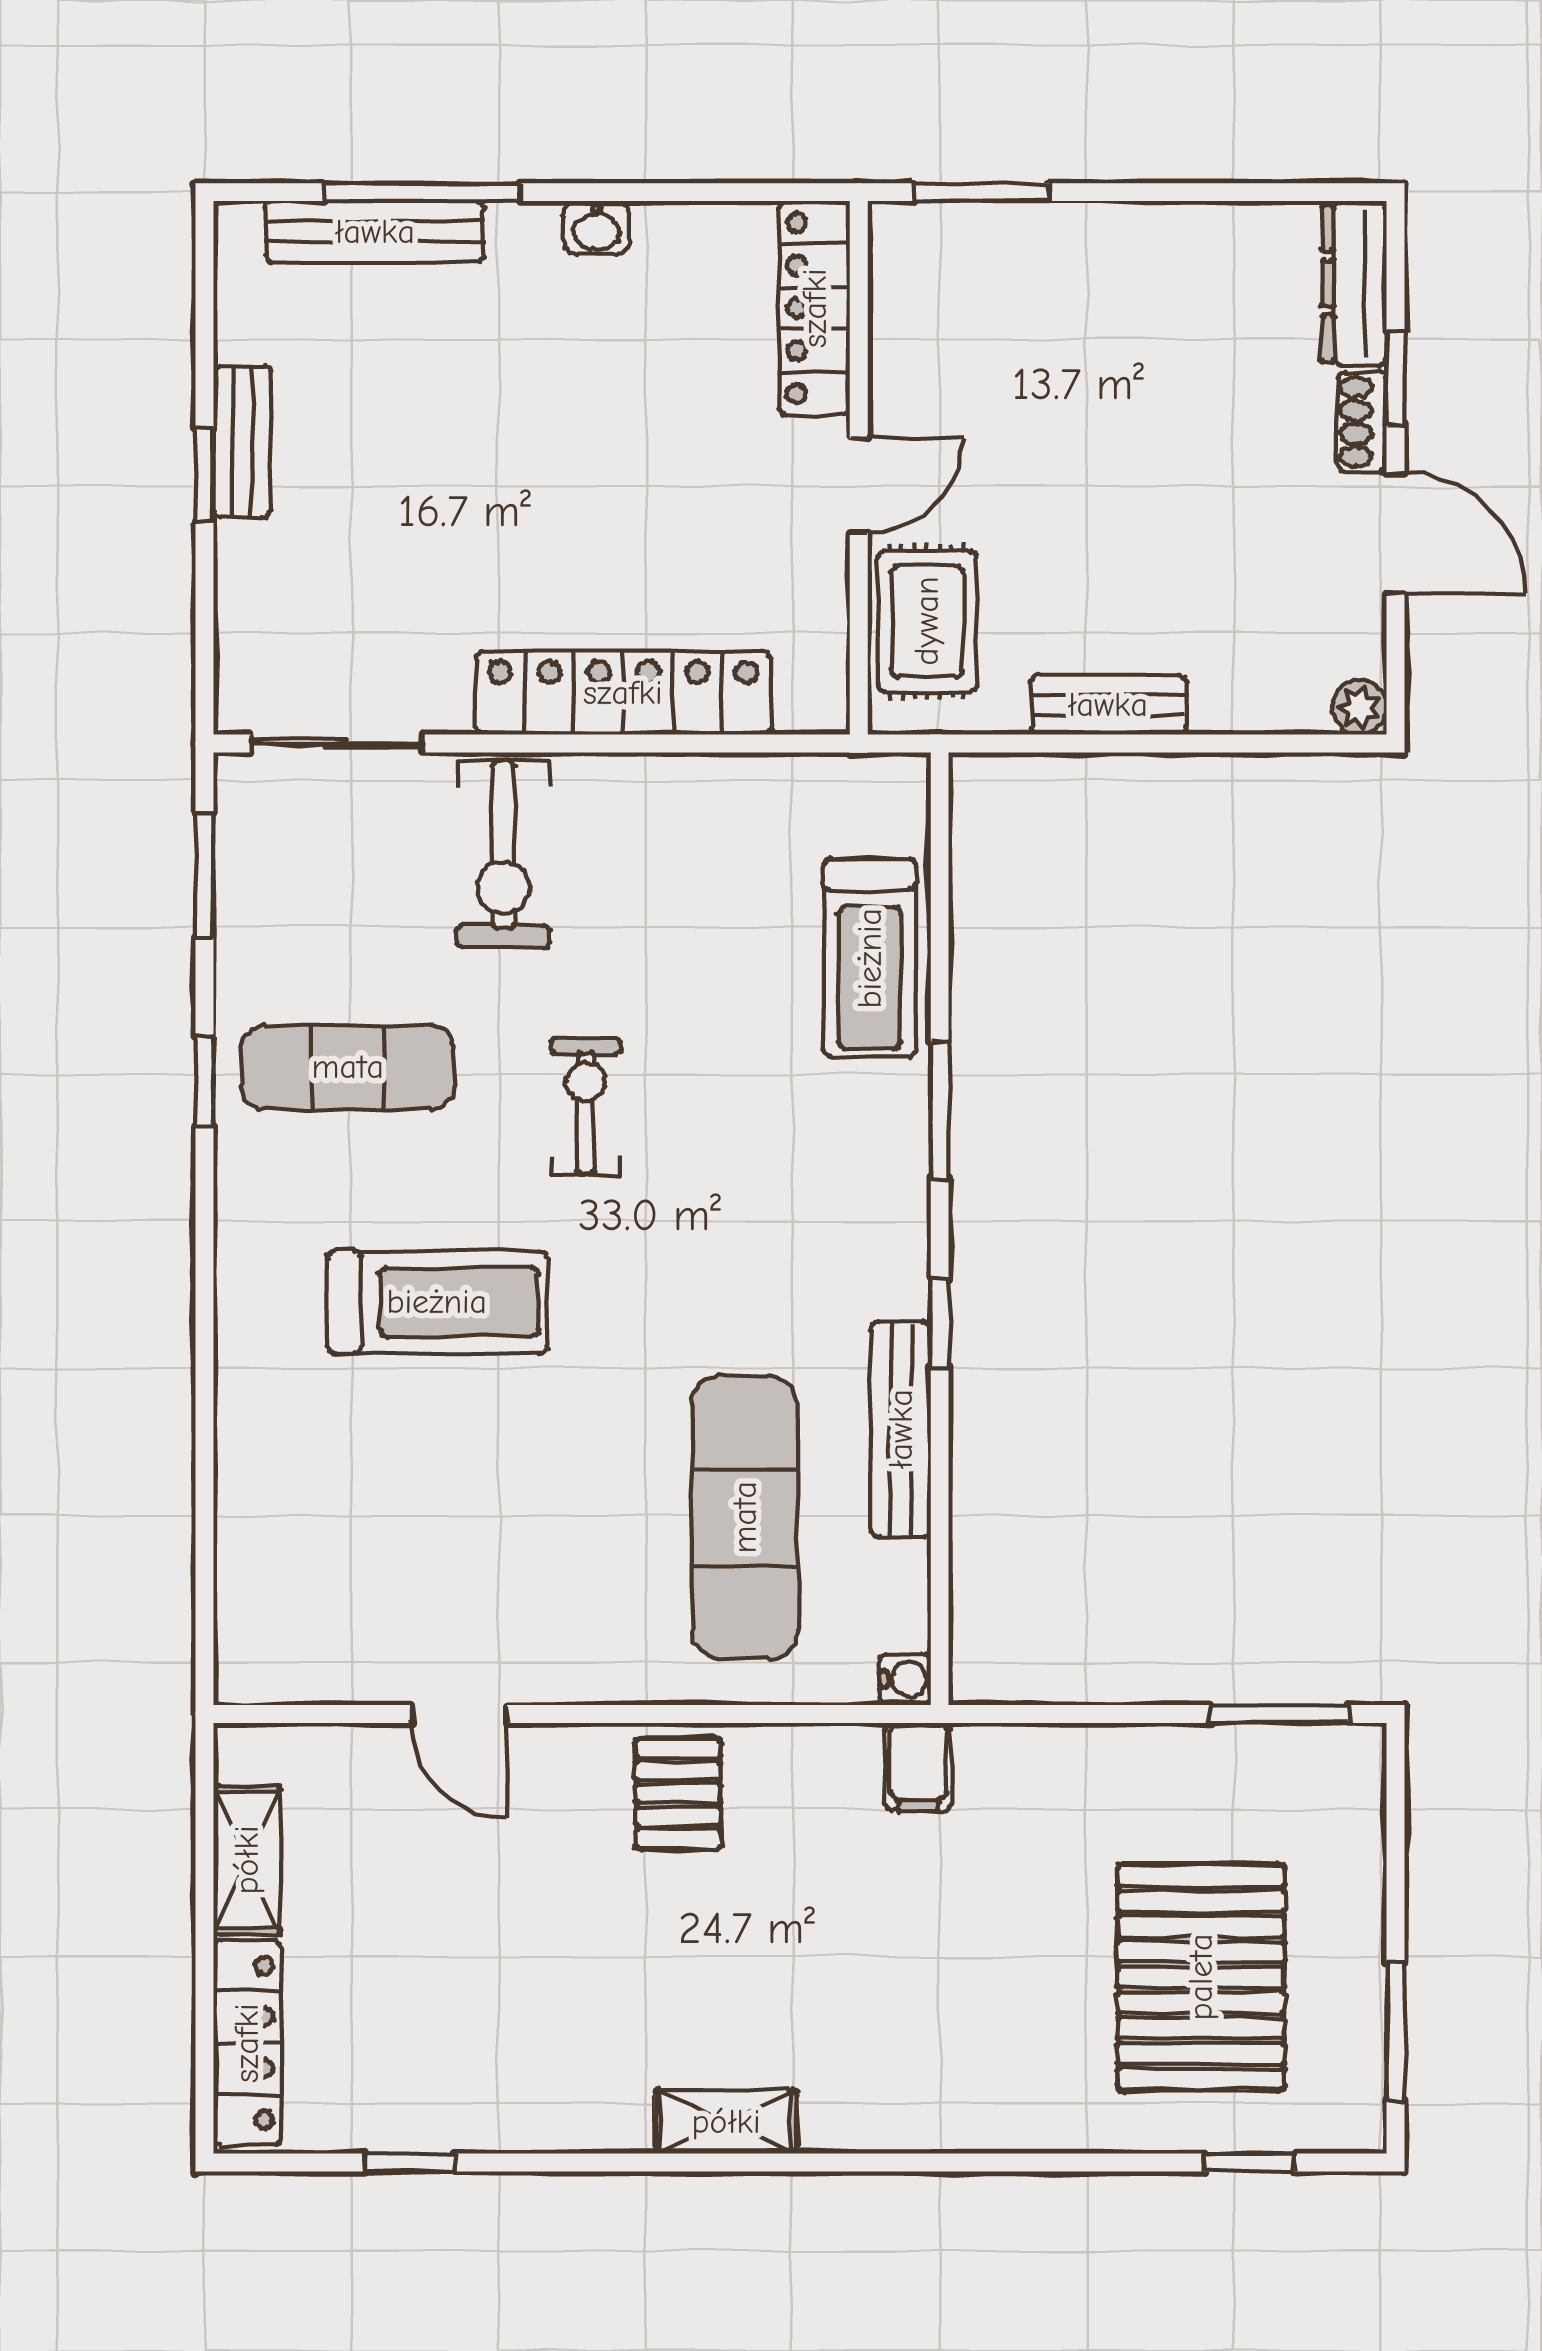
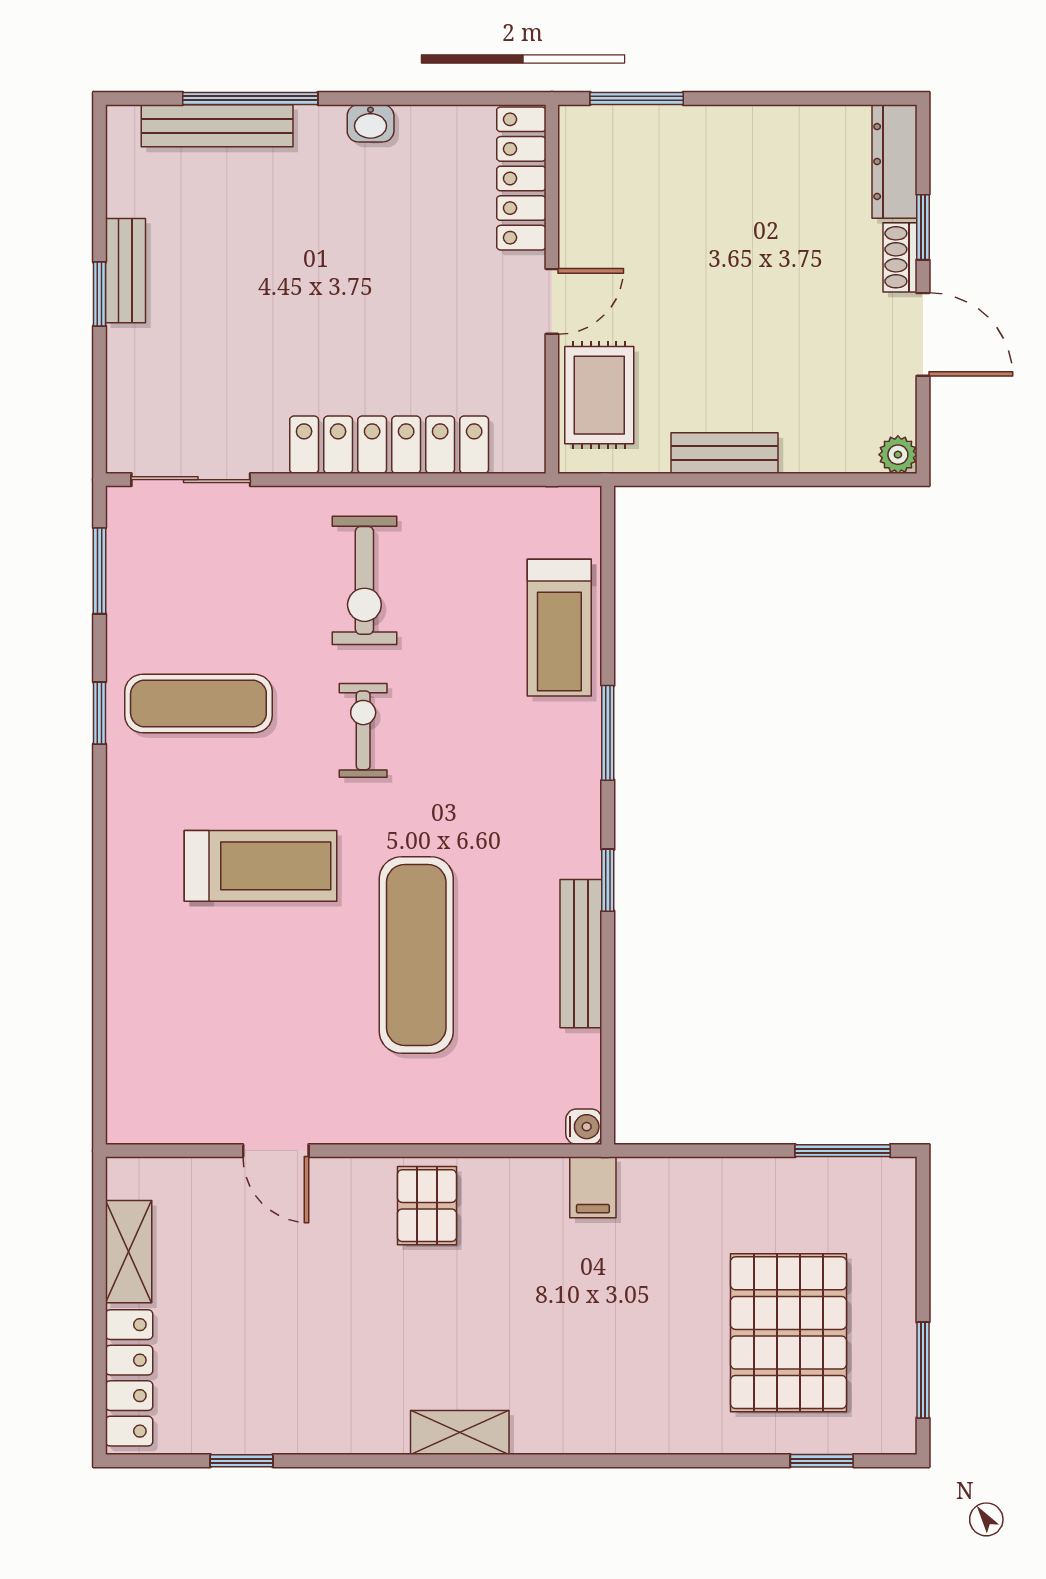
exercise bike: (503, 854) -> (364, 580), moved
exercise mat: (745, 1517) -> (416, 955), moved

